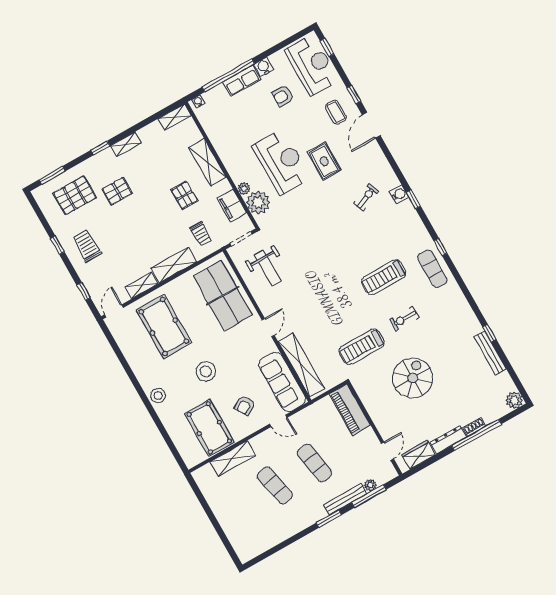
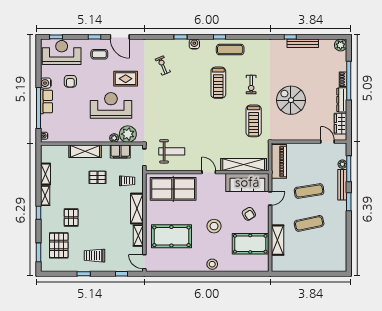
shelving: (175, 117) -> (45, 174), moved
water cooler: (399, 194) -> (194, 44), moved
piano: (350, 410) -> (279, 161), moved, turned -90

